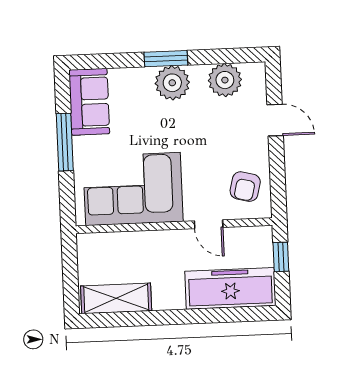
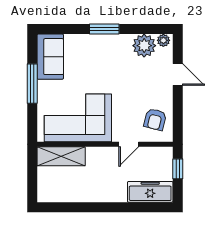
plant: (172, 83) -> (163, 40), moved, width x0.53, depth x0.53
door: (209, 224) -> (129, 144), hinge flipped
freezer: (230, 288) -> (150, 192), width x0.73, depth x0.79
shelving: (116, 298) -> (61, 156), moved

